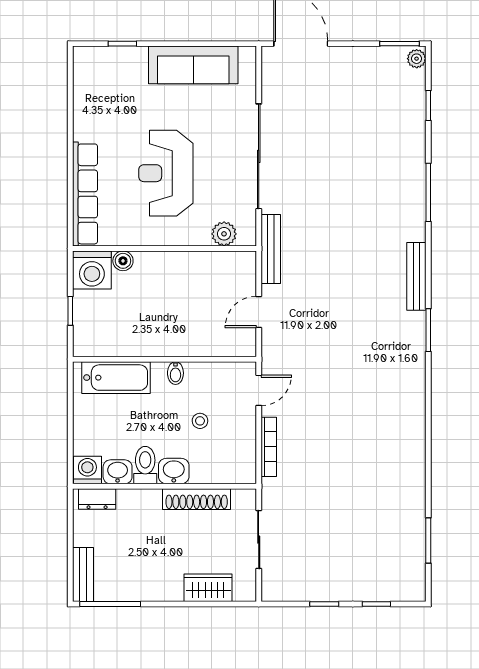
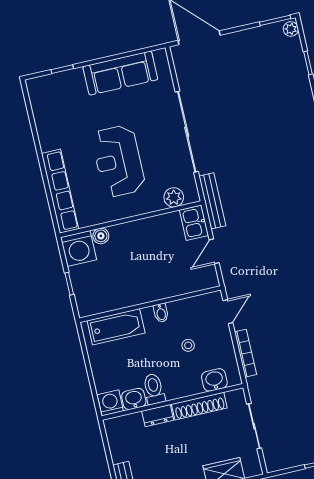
kitchen sink: (242, 271) -> (194, 223), added
washbasin: (174, 471) -> (214, 380), moved
dresser: (97, 499) -> (158, 416), moved

